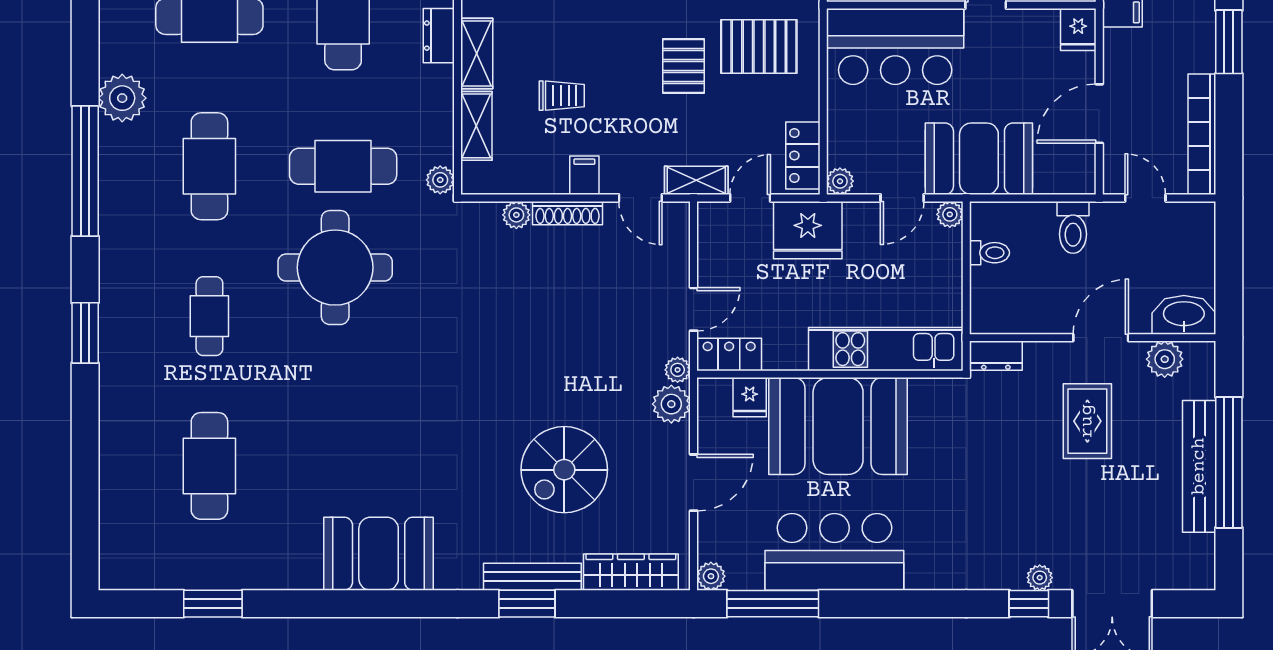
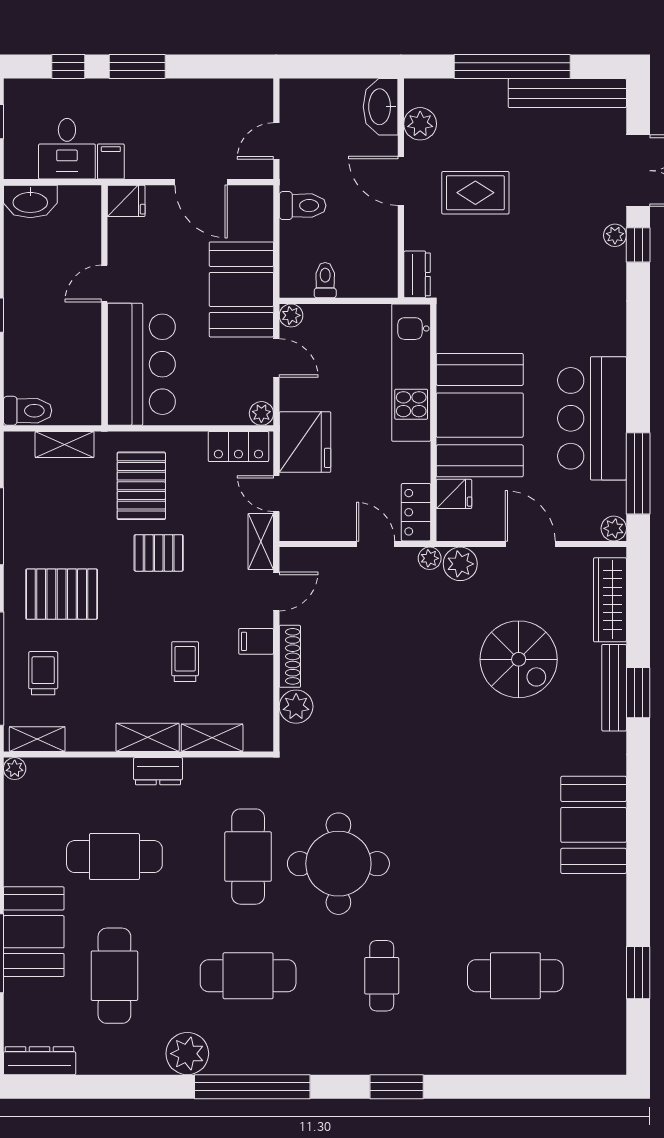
dresser: (439, 36) -> (158, 771), moved
bookcase: (1202, 134) -> (220, 91), removed
plant: (440, 180) -> (260, 770), removed
plant: (516, 215) -> (296, 707), width x1.38, depth x1.38
cafe table: (209, 316) -> (382, 976), turned 90
bench: (1199, 466) -> (567, 93), moved

